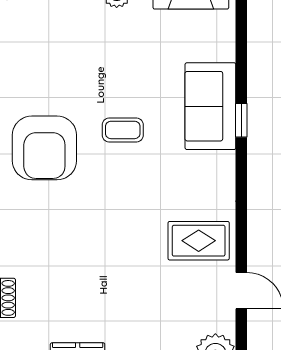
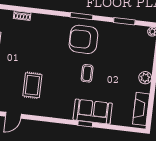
rug: (199, 241) -> (32, 85), moved

